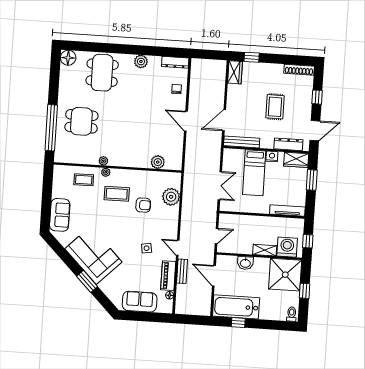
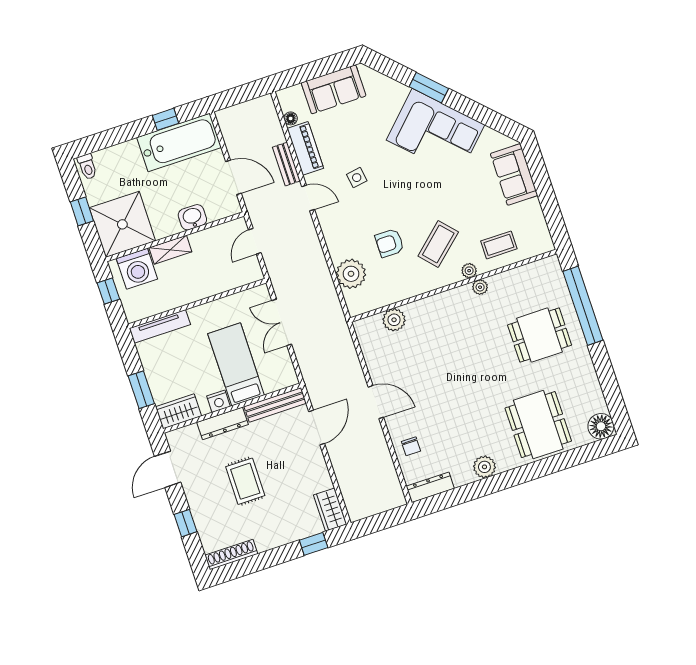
dresser: (288, 144) -> (223, 423), moved
coffee table: (117, 194) -> (438, 244), turned -42

